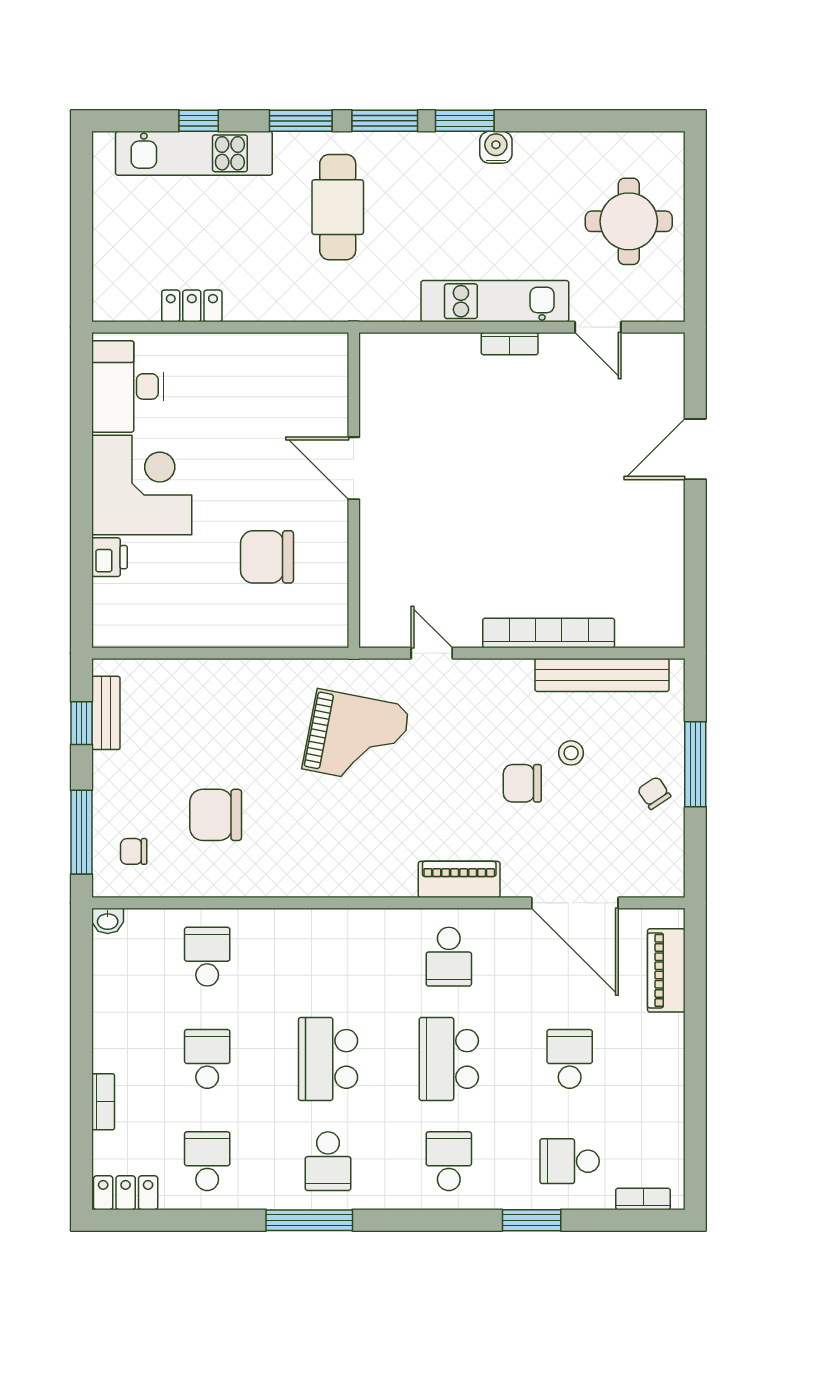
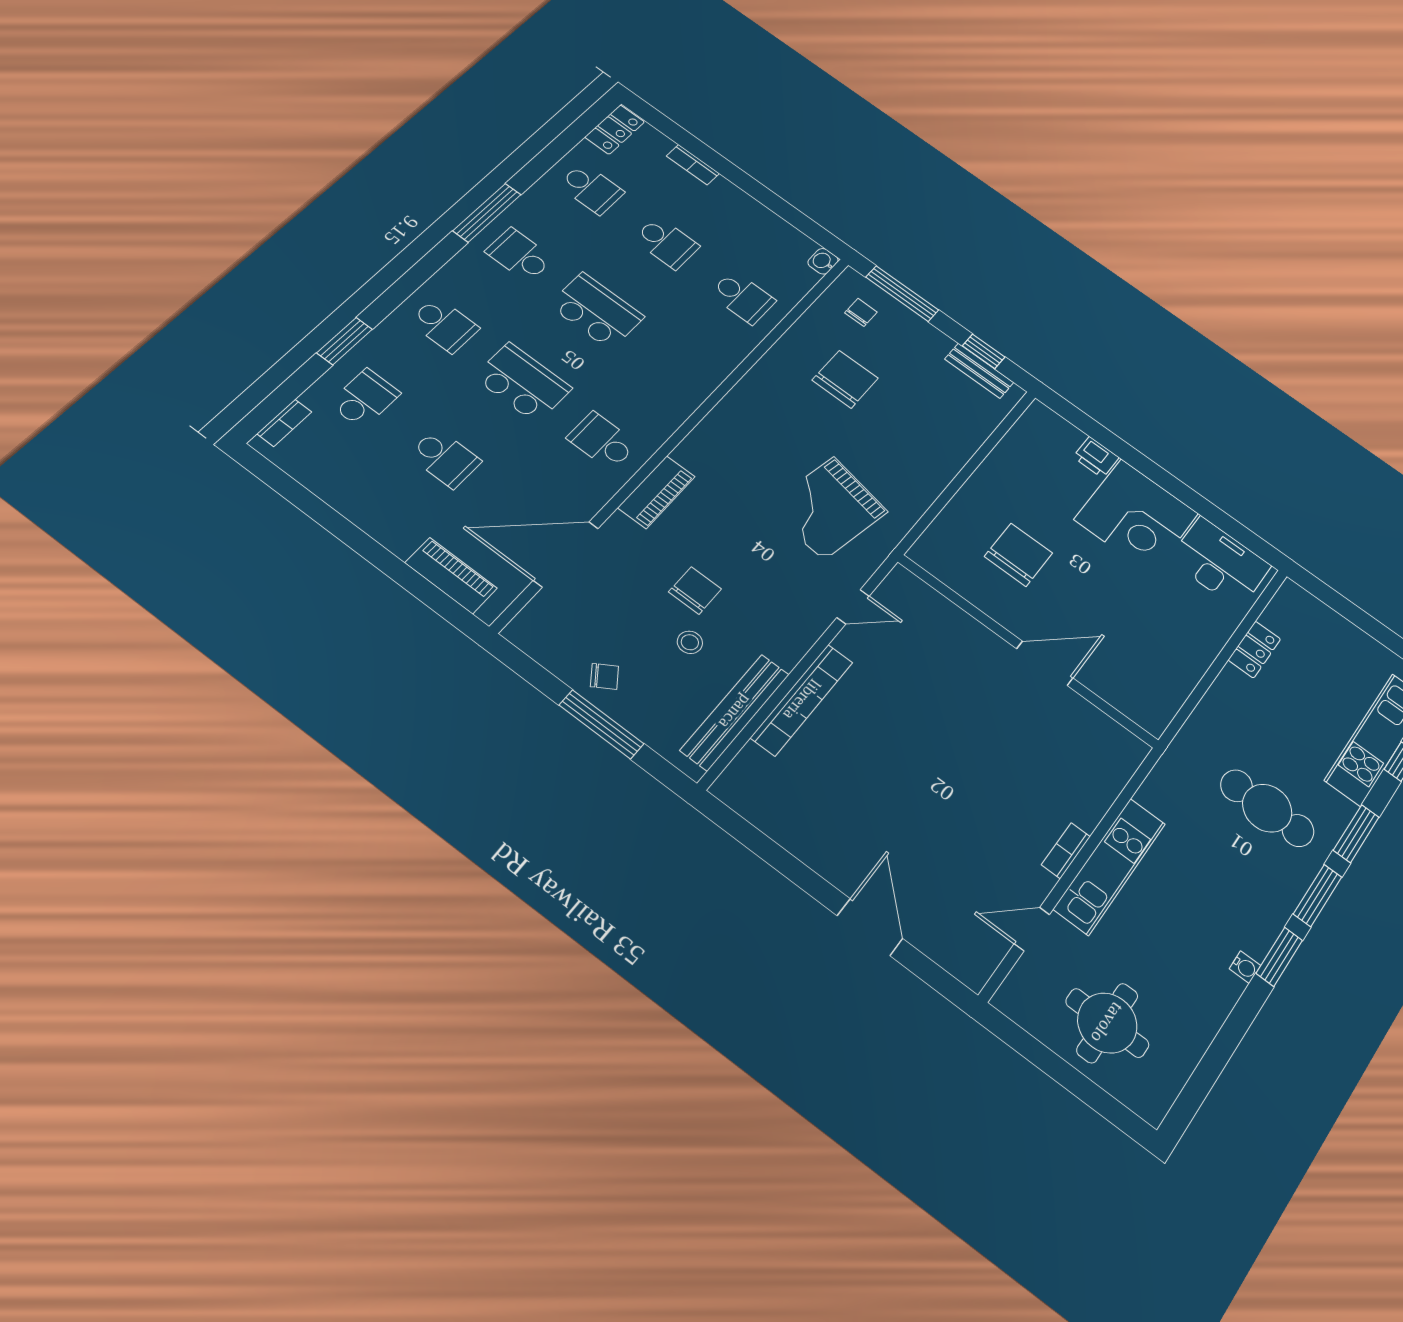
water cooler: (496, 147) -> (1245, 967), width x0.72, depth x0.72

